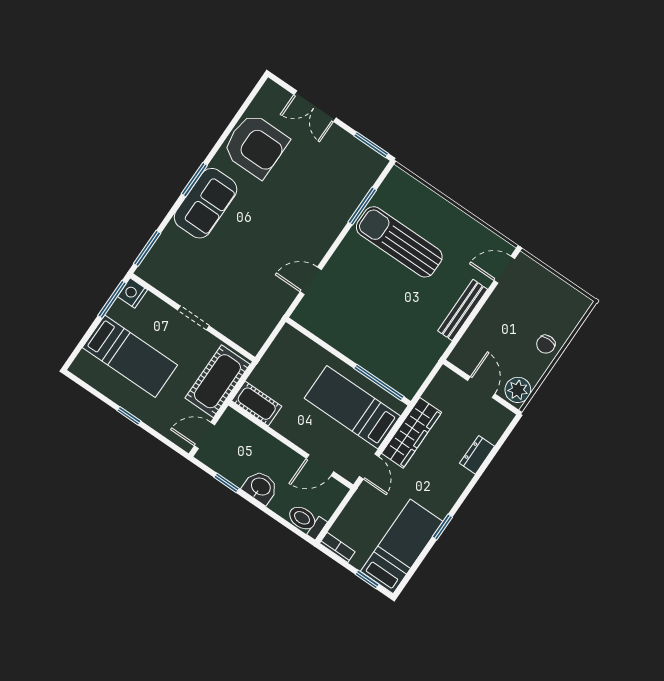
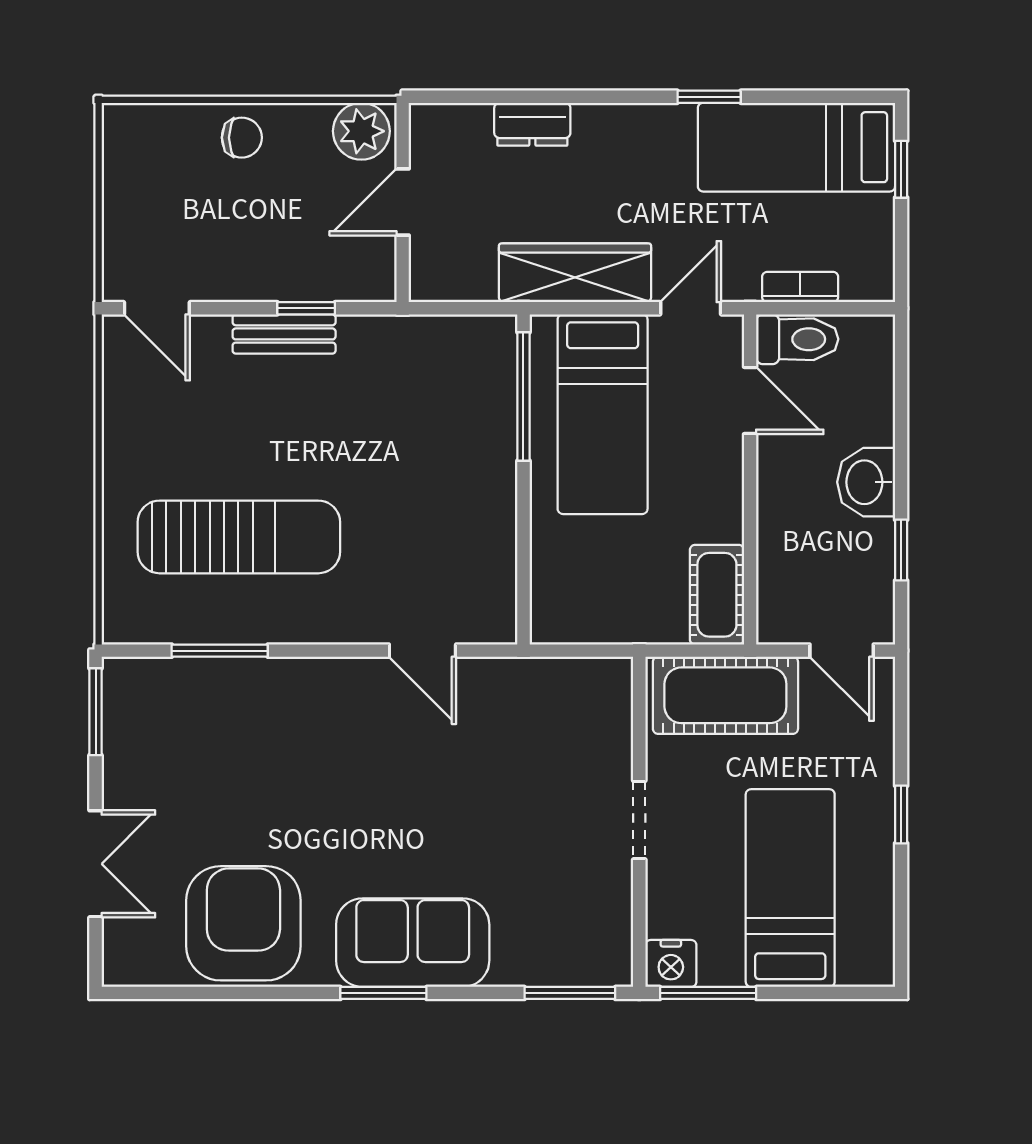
sun lounger: (399, 242) -> (239, 537), turned -90
bench: (463, 310) -> (284, 334), width x0.73
window: (467, 325) -> (306, 308), added
toilet: (306, 521) -> (797, 339), moved, turned -90
bookcase: (337, 547) -> (800, 287), moved, turned 90

